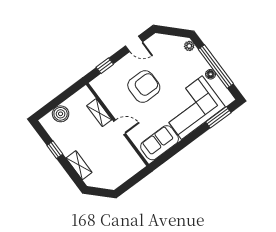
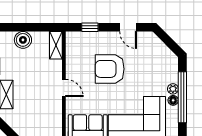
plant: (189, 46) -> (173, 89), moved
armchair: (144, 86) -> (110, 69), turned 180
shelving: (99, 113) -> (56, 45), moved

